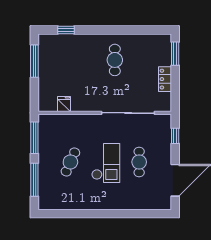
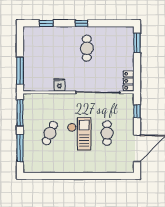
window: (108, 30) -> (81, 23), added
window: (34, 61) -> (20, 71), moved
locker: (165, 79) -> (129, 81), moved
fridge: (64, 104) -> (59, 85), moved

